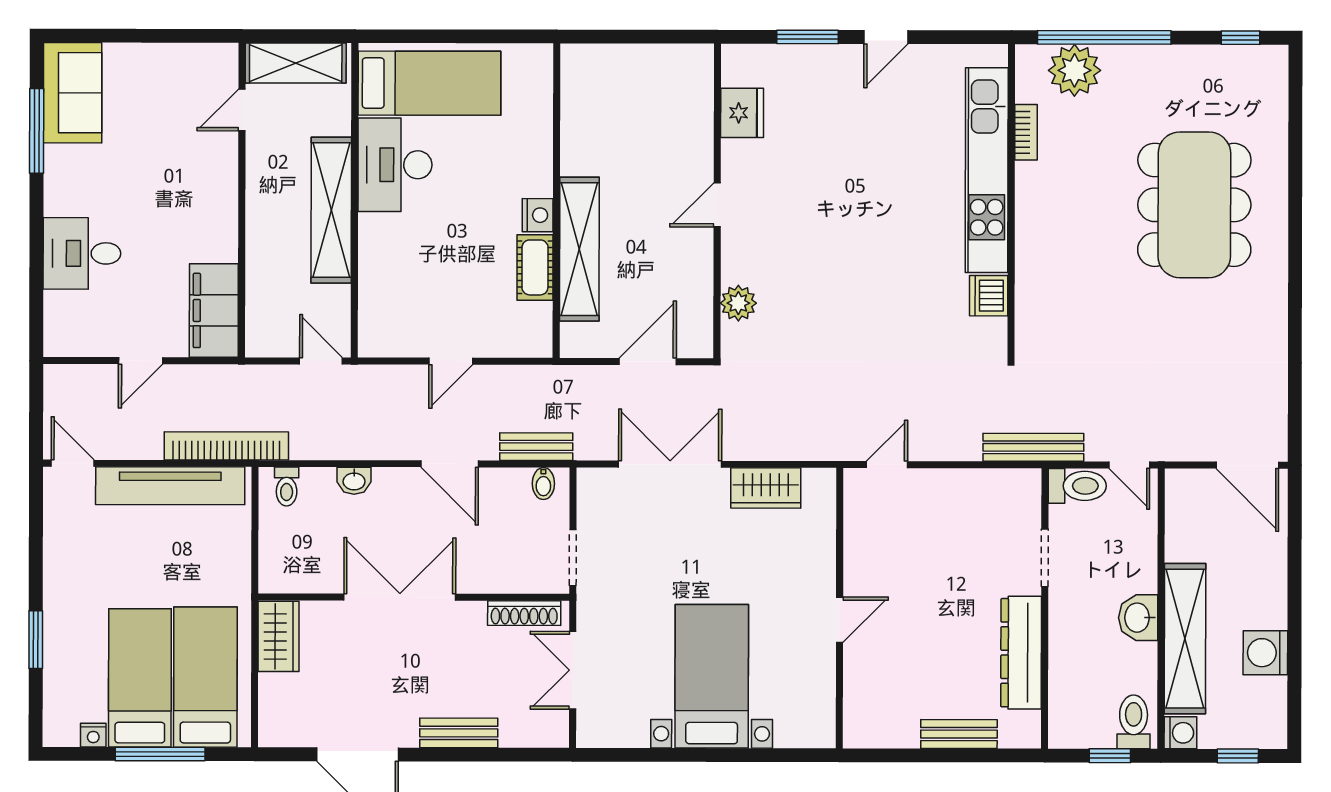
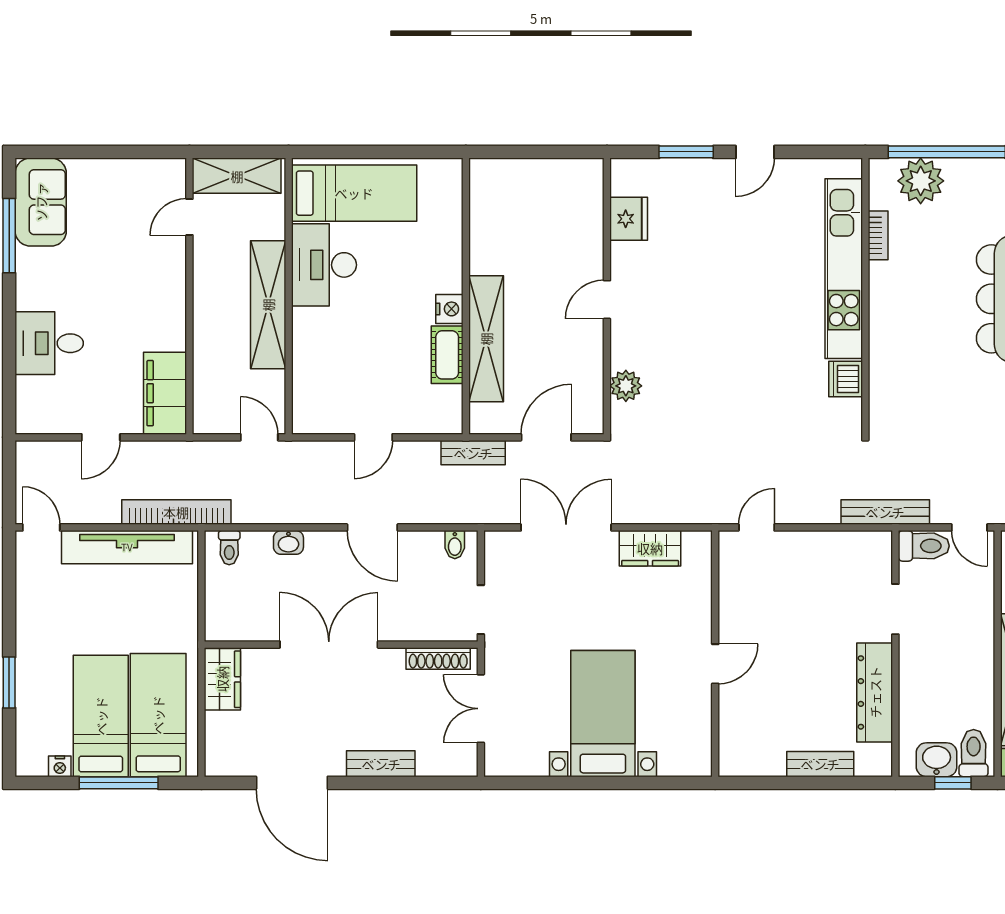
bench: (536, 447) -> (473, 453), moved
washbasin: (1138, 618) -> (937, 760), moved, turned 90

